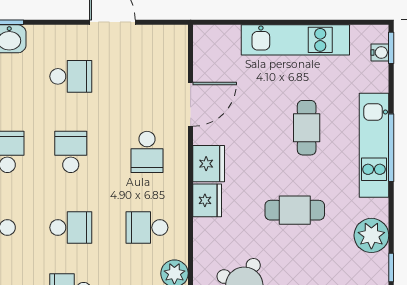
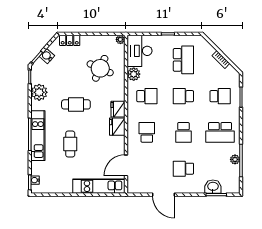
kitchen unit: (295, 40) -> (99, 186), moved
door: (191, 104) -> (126, 165), moved

